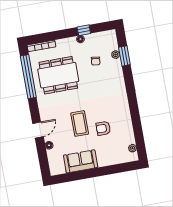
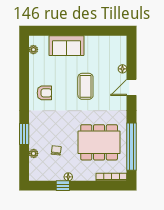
window: (124, 56) -> (24, 134), moved
armchair: (103, 128) -> (44, 93), moved
sofa: (81, 161) -> (66, 46), moved

